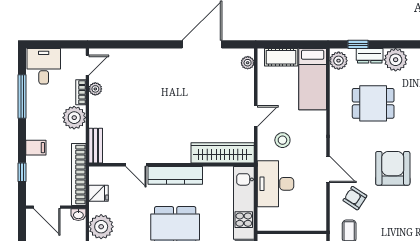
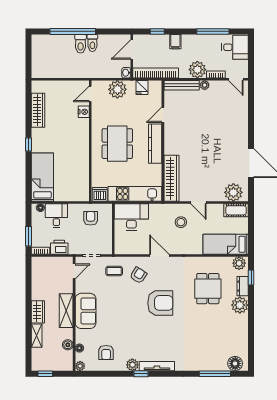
cot: (281, 57) -> (236, 210), moved, turned 90
plant: (248, 63) -> (233, 192), width x1.88, depth x1.88
plant: (95, 89) -> (205, 85), moved
bench: (96, 146) -> (182, 85), width x1.36
door: (328, 169) -> (159, 256), swing flipped
desk: (275, 184) -> (131, 217), moved

